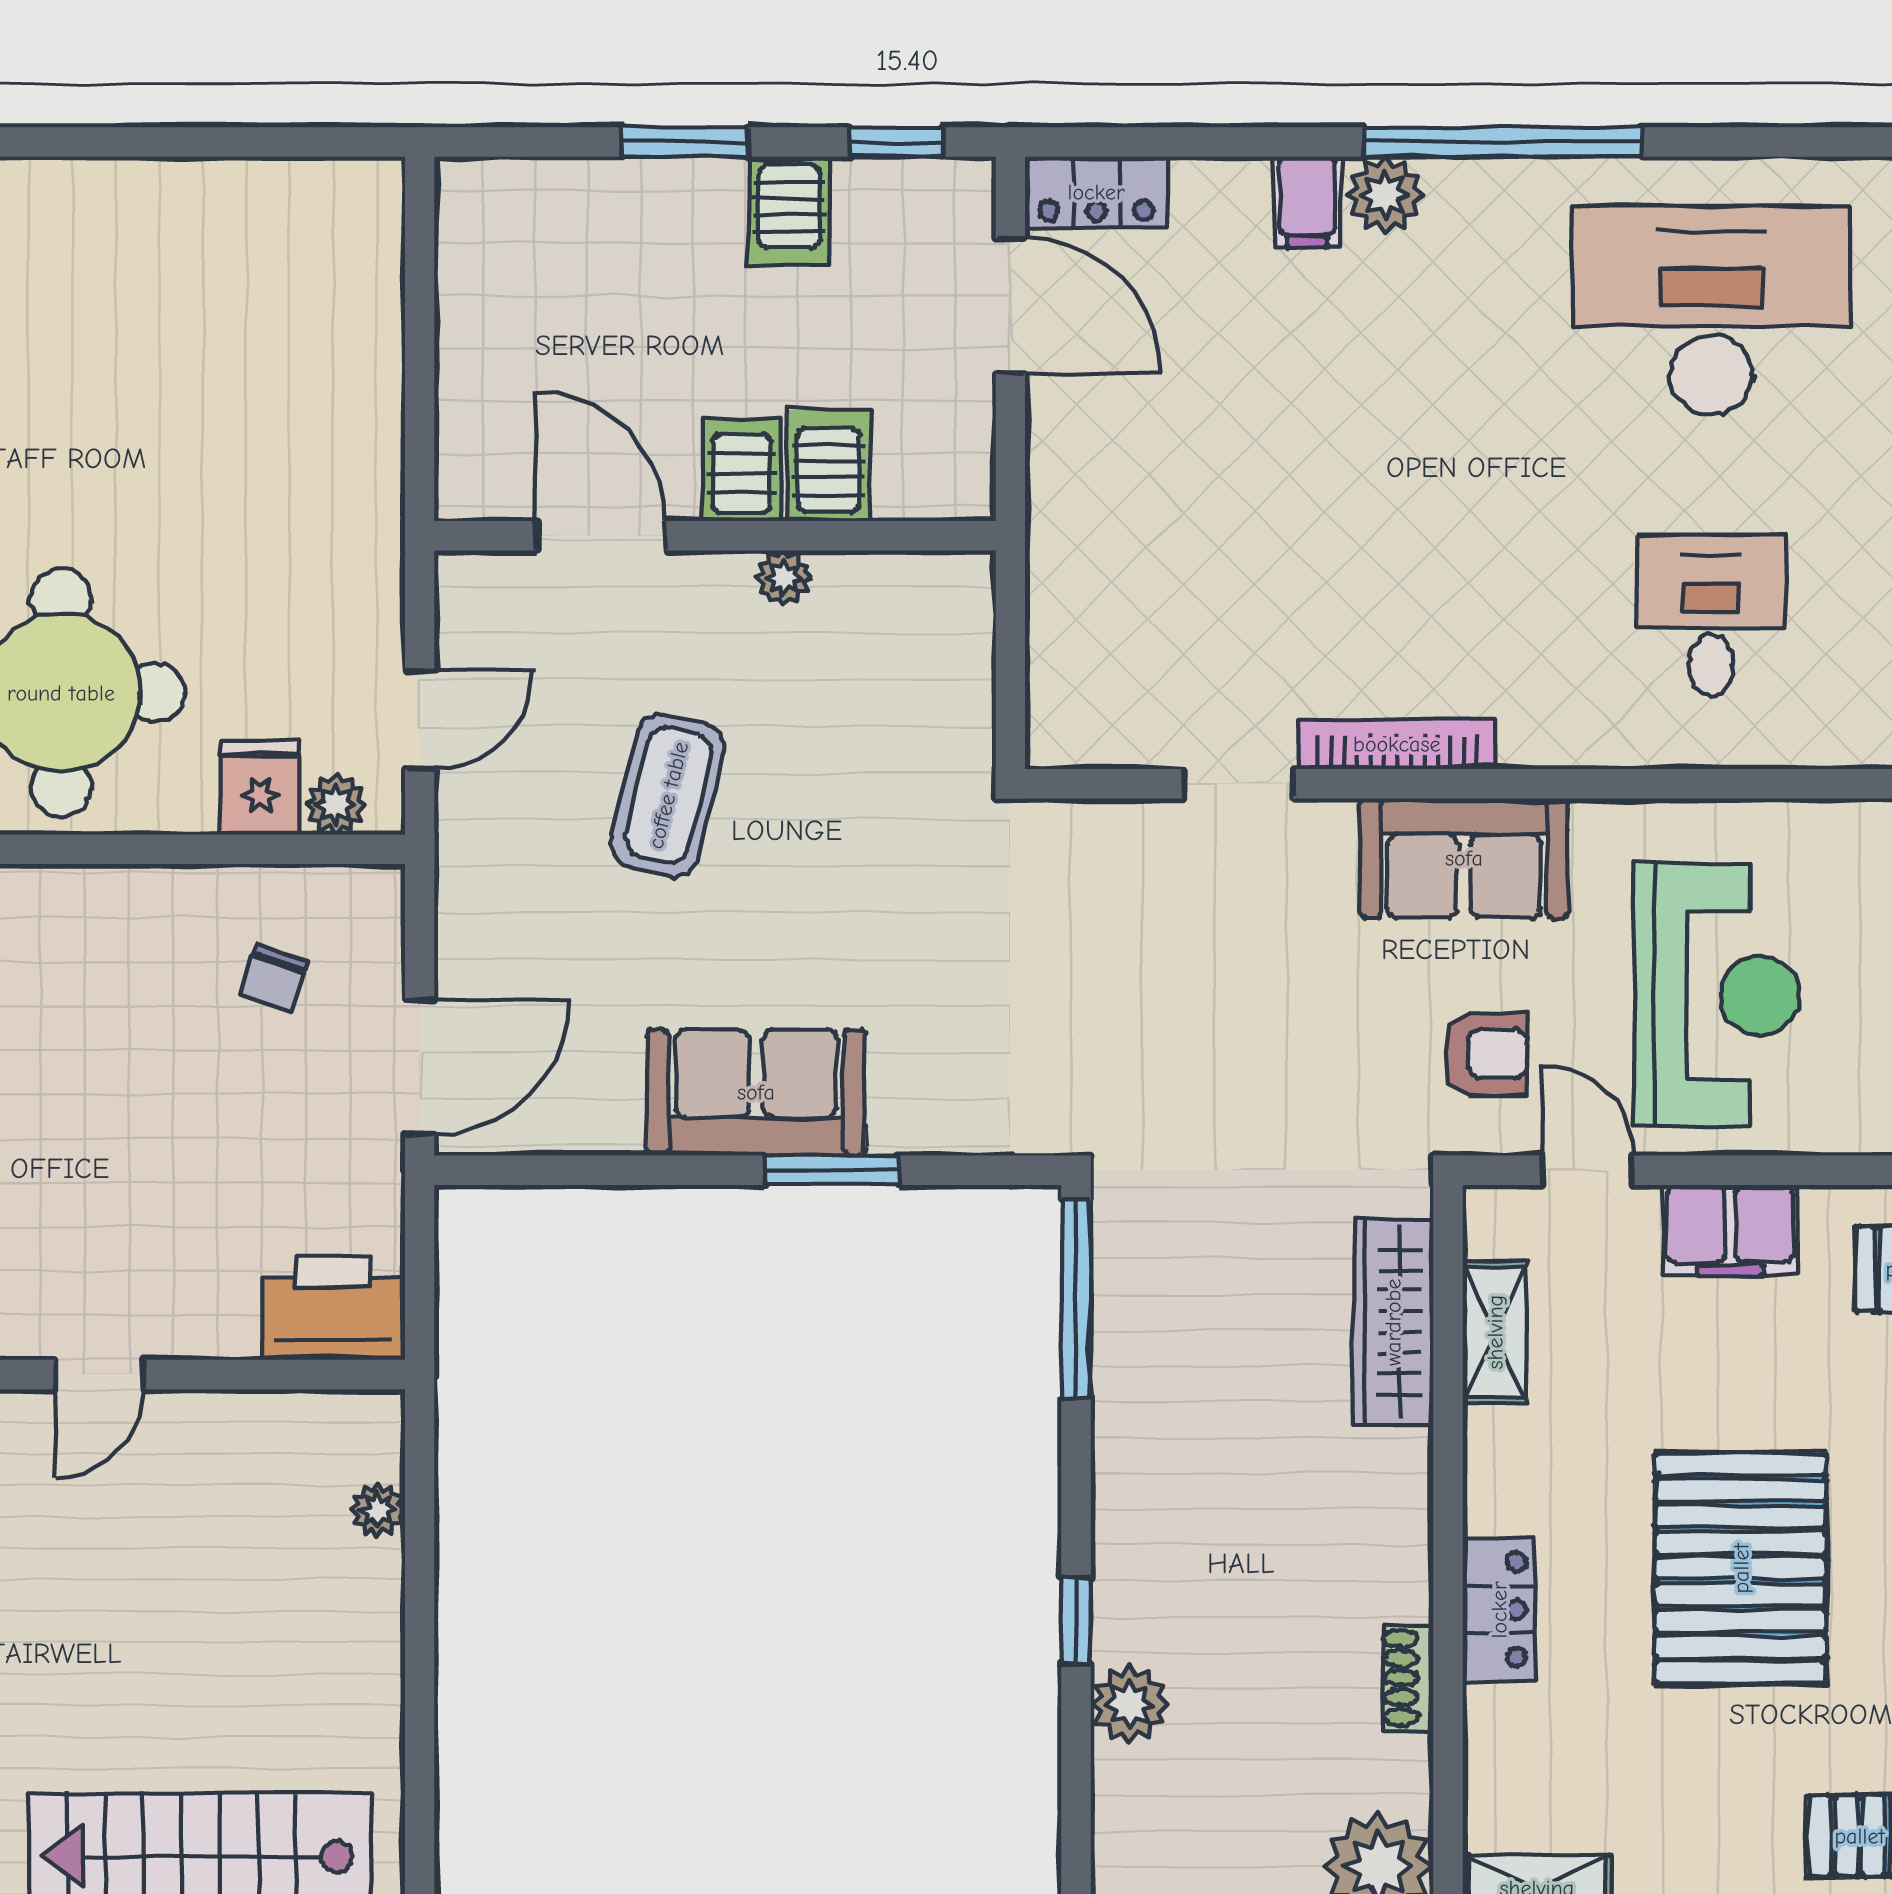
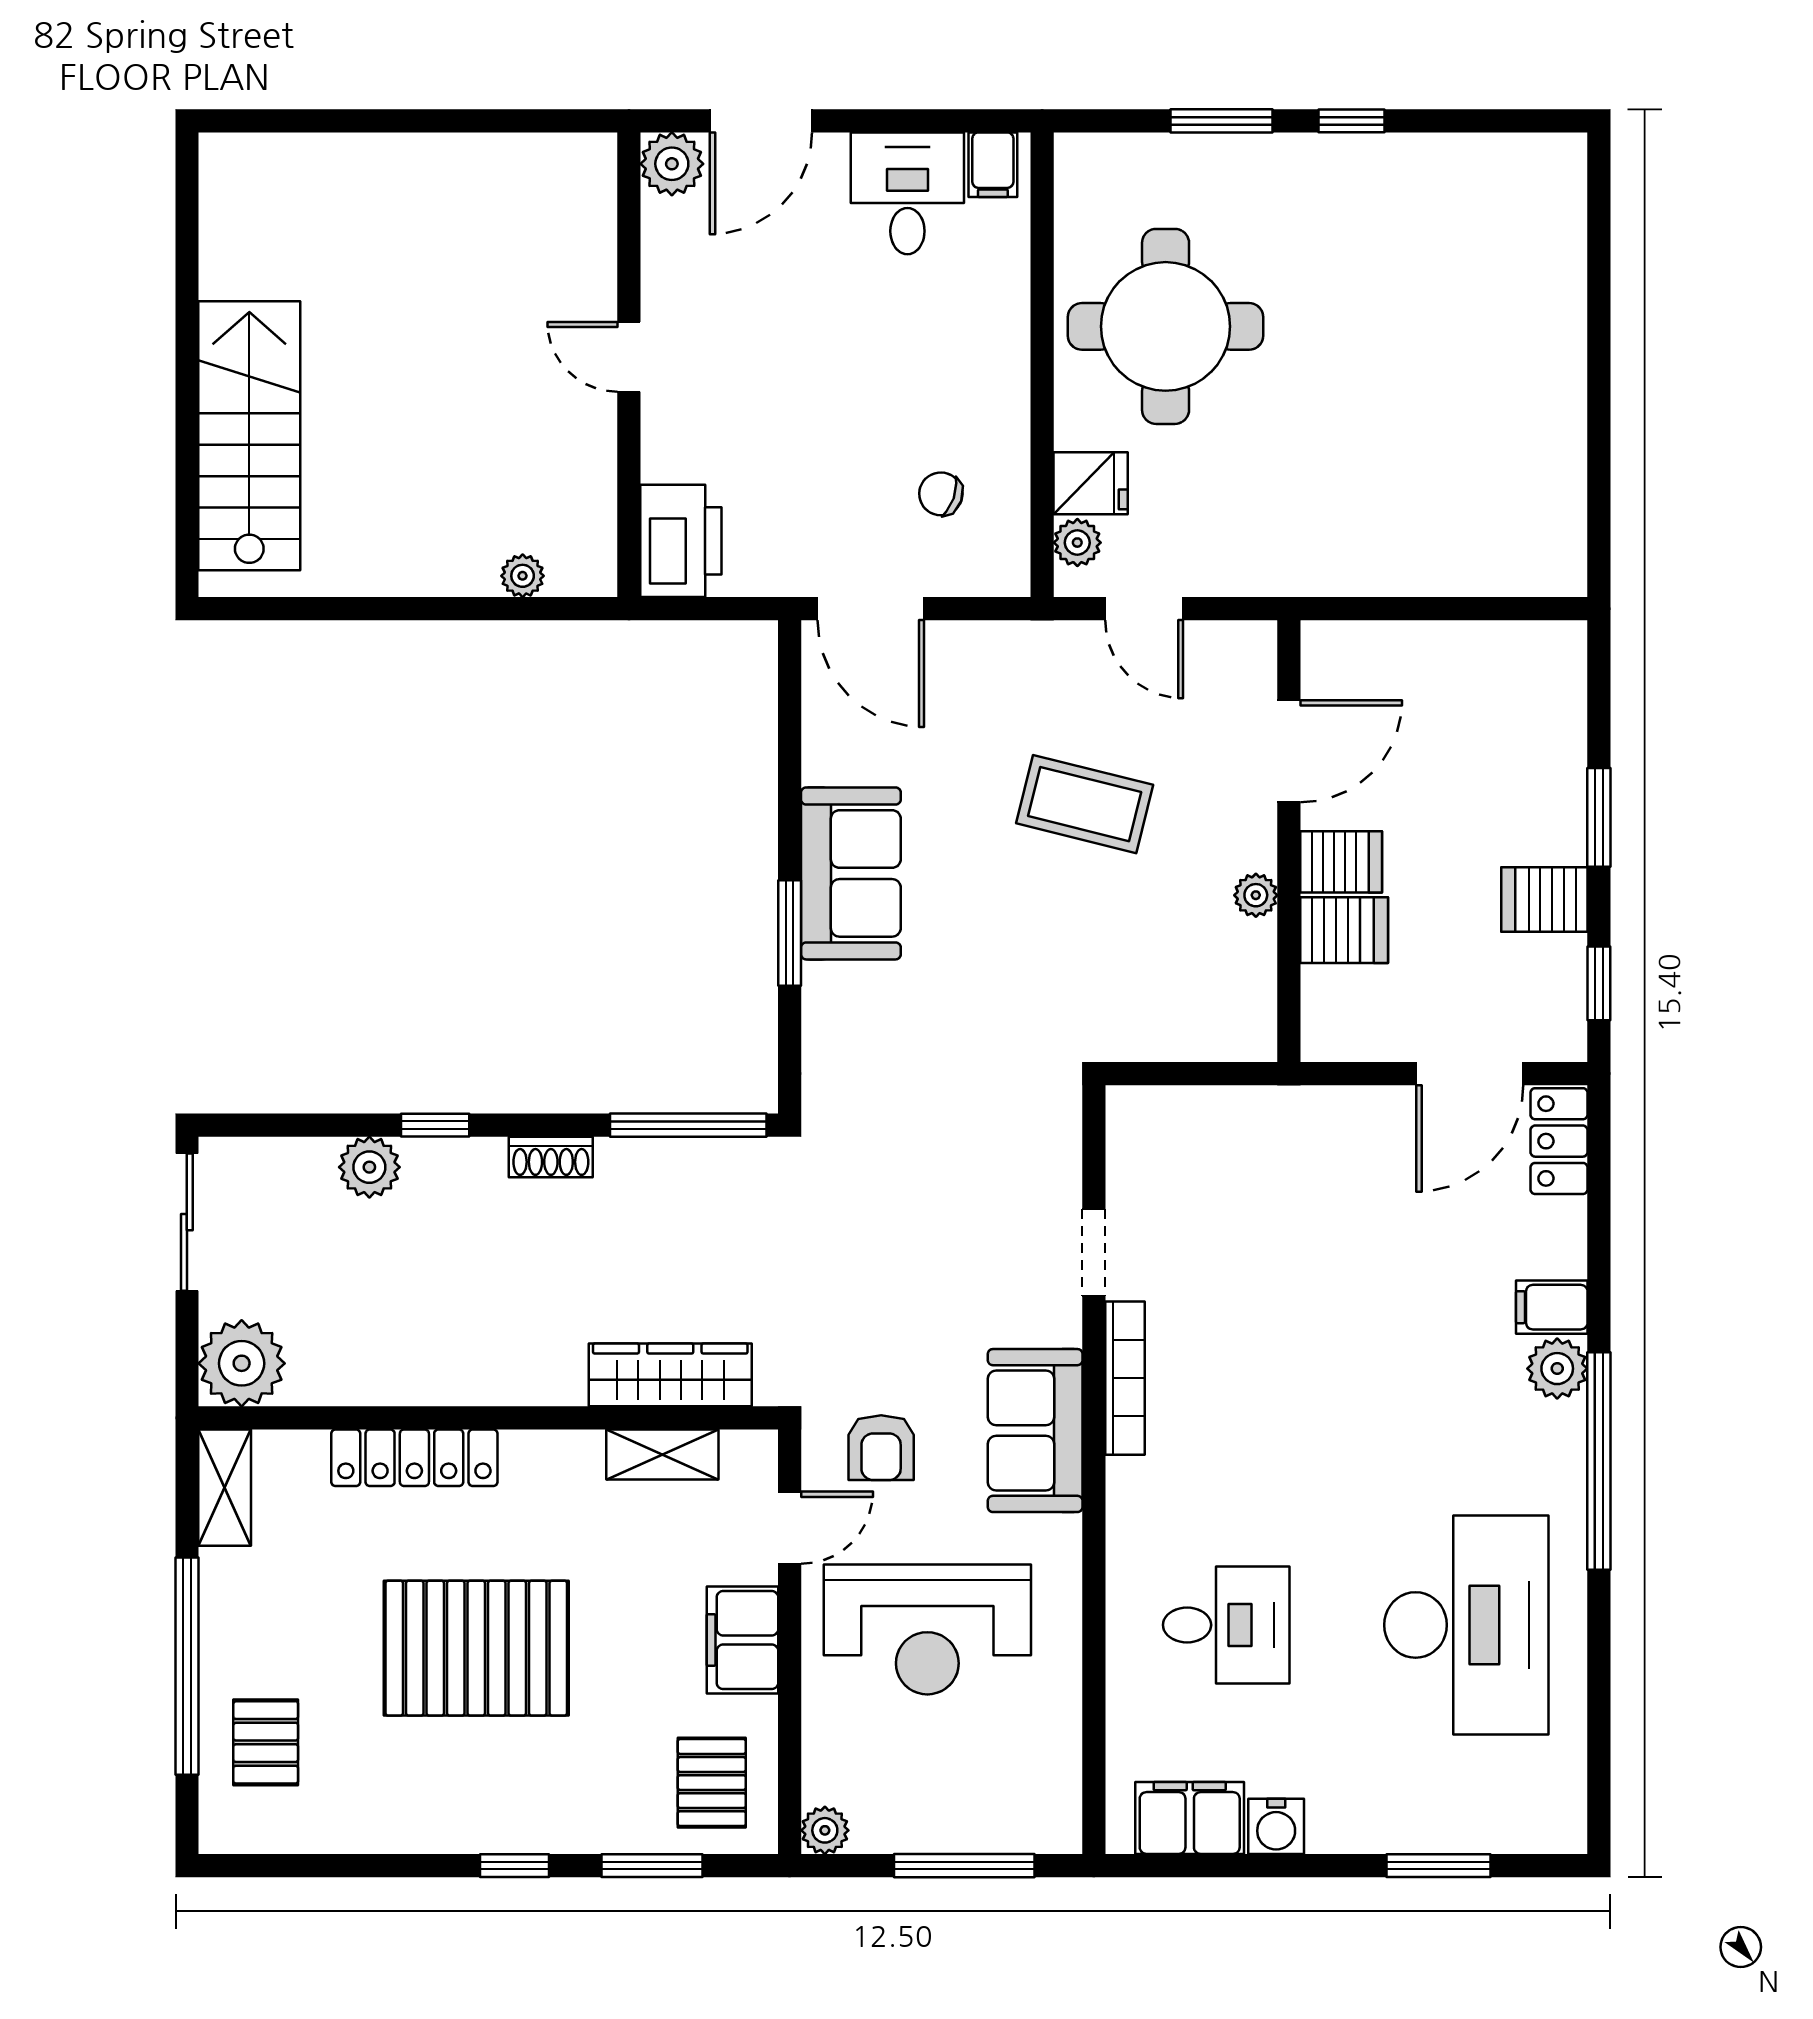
locker: (1499, 1610) -> (414, 1458), width x1.53
shoe rack: (1408, 1678) -> (551, 1157), moved, turned 180

